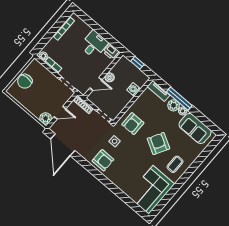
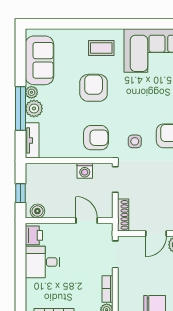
boiler: (110, 77) -> (37, 211), moved
washing machine: (134, 90) -> (85, 171), moved
door: (60, 113) -> (156, 234), swing flipped
armchair: (159, 144) -> (94, 88), turned 151

